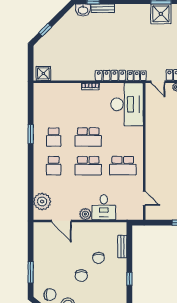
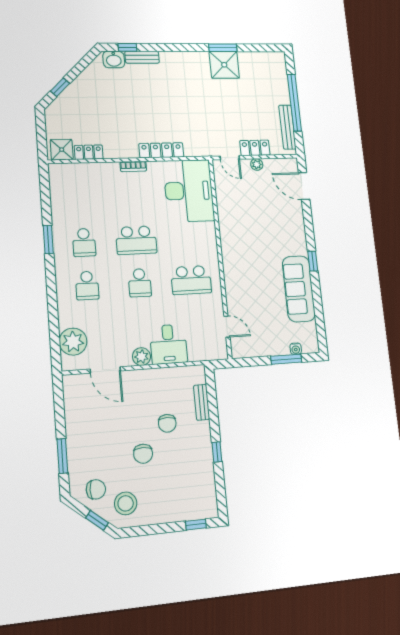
locker: (137, 76) -> (89, 152), moved
school desk: (88, 166) -> (140, 283), width x0.54

